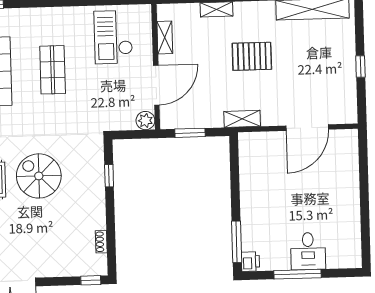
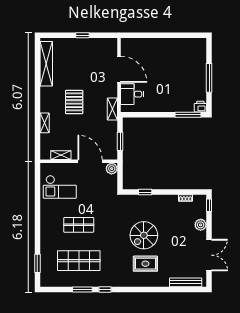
desk: (308, 251) -> (132, 94), moved, turned 180
plant: (58, 267) -> (201, 225), added

